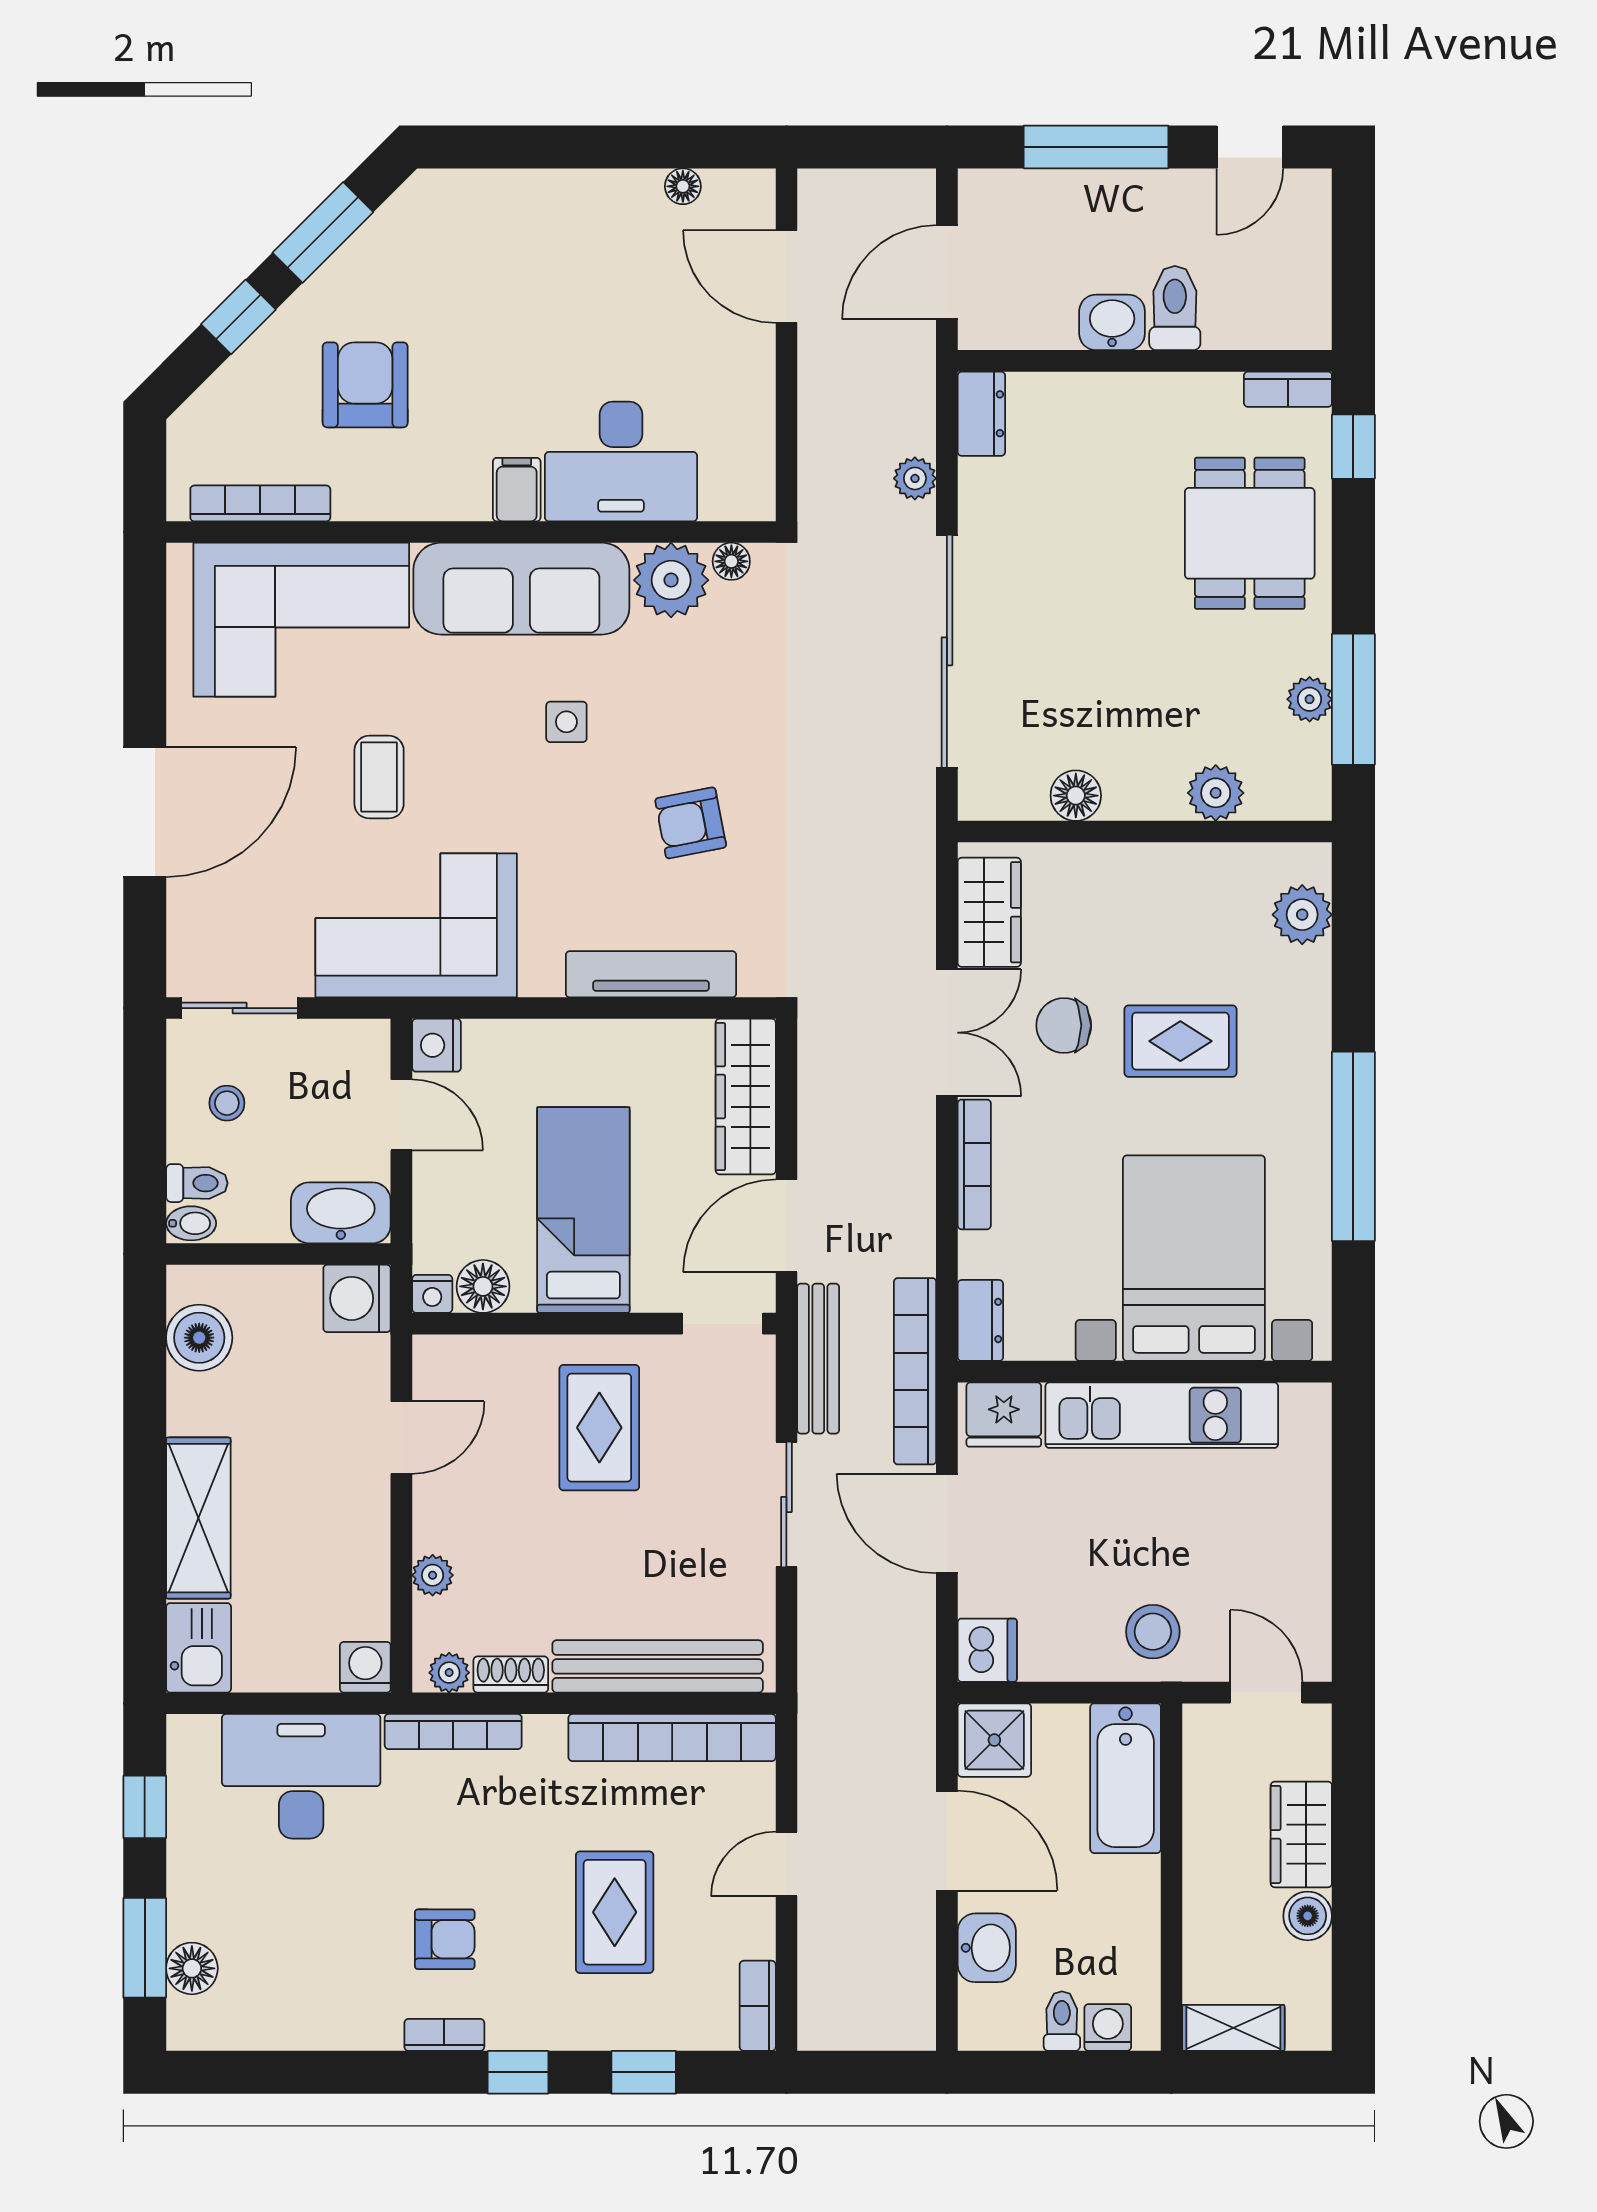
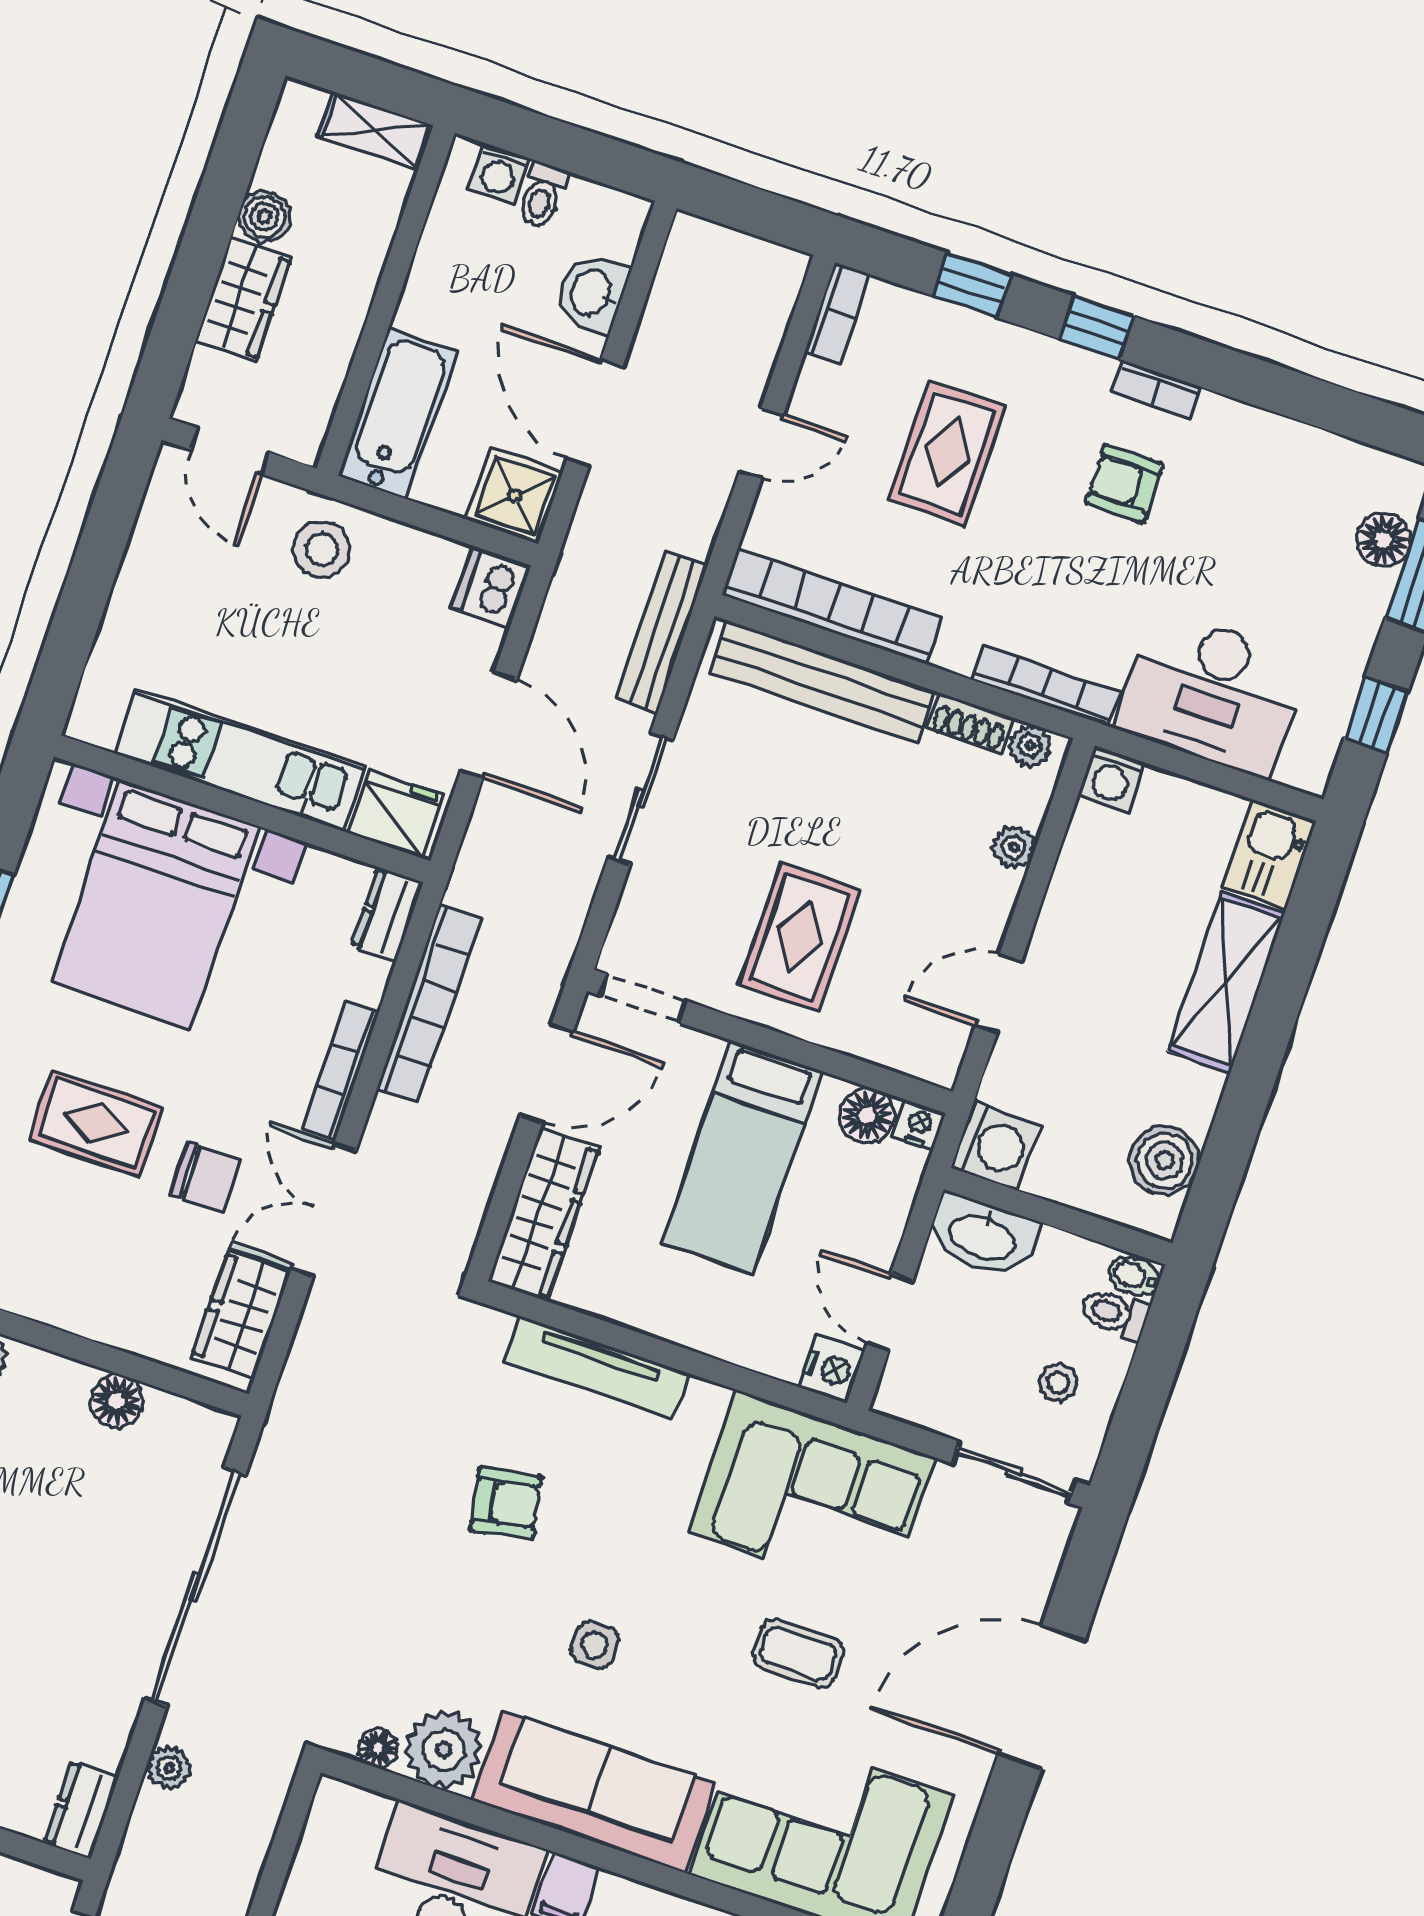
coffee table: (379, 777) -> (798, 1653), turned 90
bench: (818, 1359) -> (662, 633), moved
bookcase: (915, 1371) -> (429, 1003), moved

